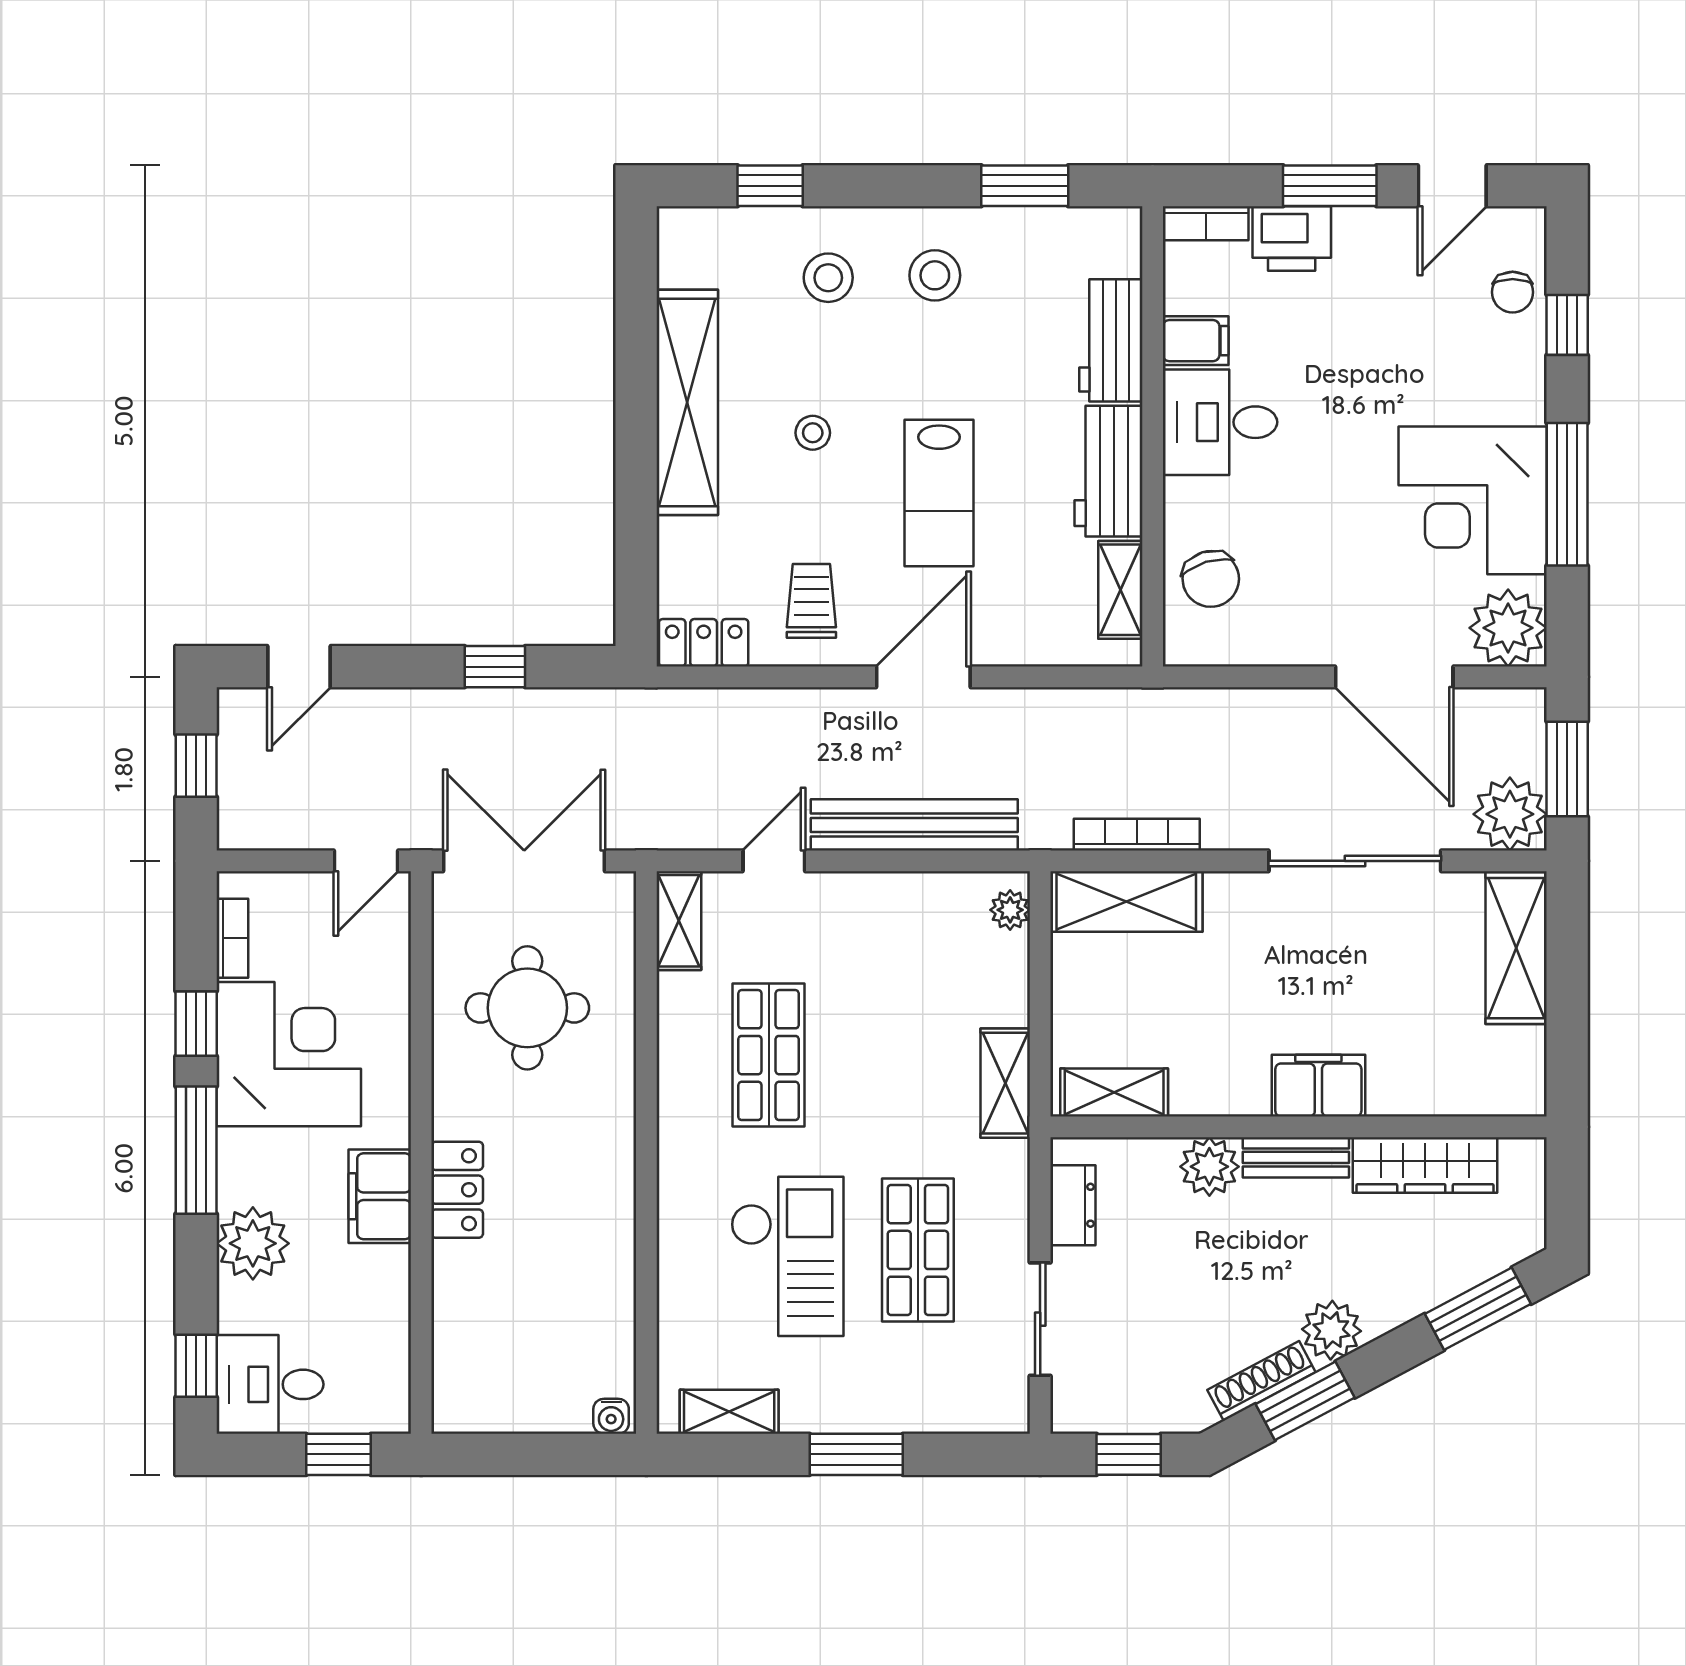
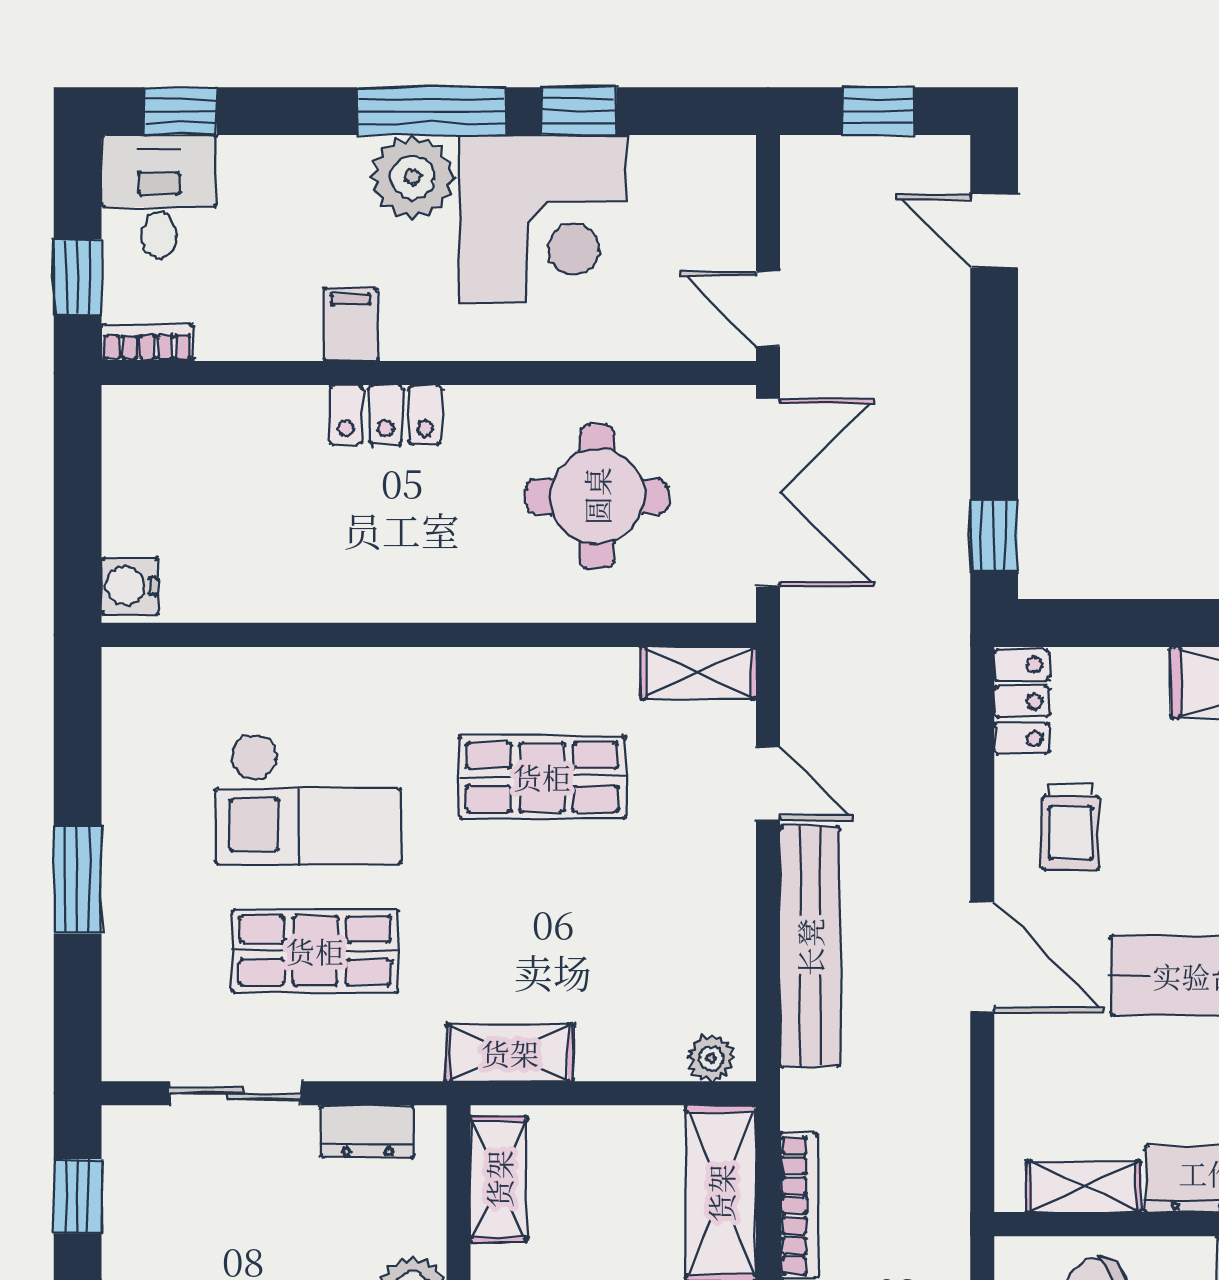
trolley: (811, 601) -> (1071, 827), turned 90
window: (495, 667) -> (994, 536), moved
bookcase: (232, 938) -> (147, 343), moved, turned 180
filing cabinet: (380, 1196) -> (351, 325), width x0.50
plant: (253, 1243) -> (412, 177), moved
shelving: (729, 1412) -> (127, 731), removed
water cooler: (611, 1416) -> (130, 586), width x1.38, depth x1.38

